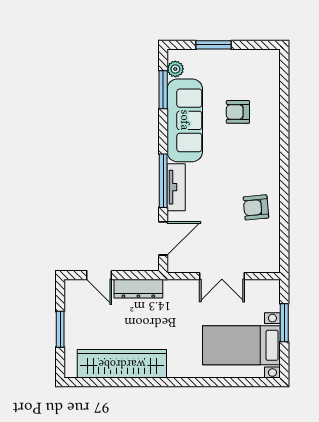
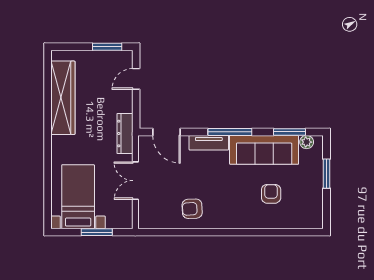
window: (163, 181) -> (230, 132), moved
armchair: (256, 207) -> (192, 209), turned -88
dresser: (138, 289) -> (125, 134), moved
window: (60, 329) -> (107, 47), moved

